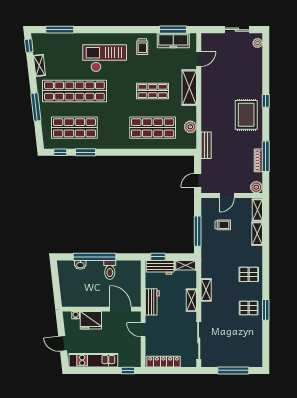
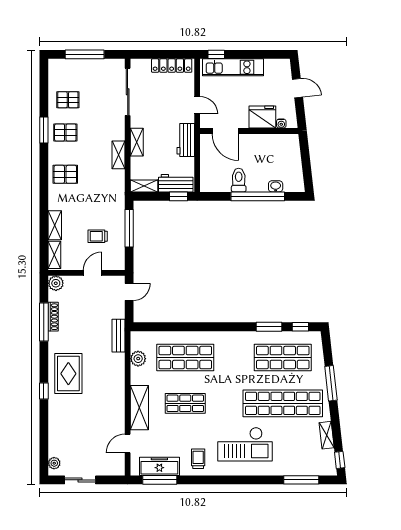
pallet: (247, 334) -> (68, 100), added
kitchen unit: (93, 360) -> (233, 67), moved

